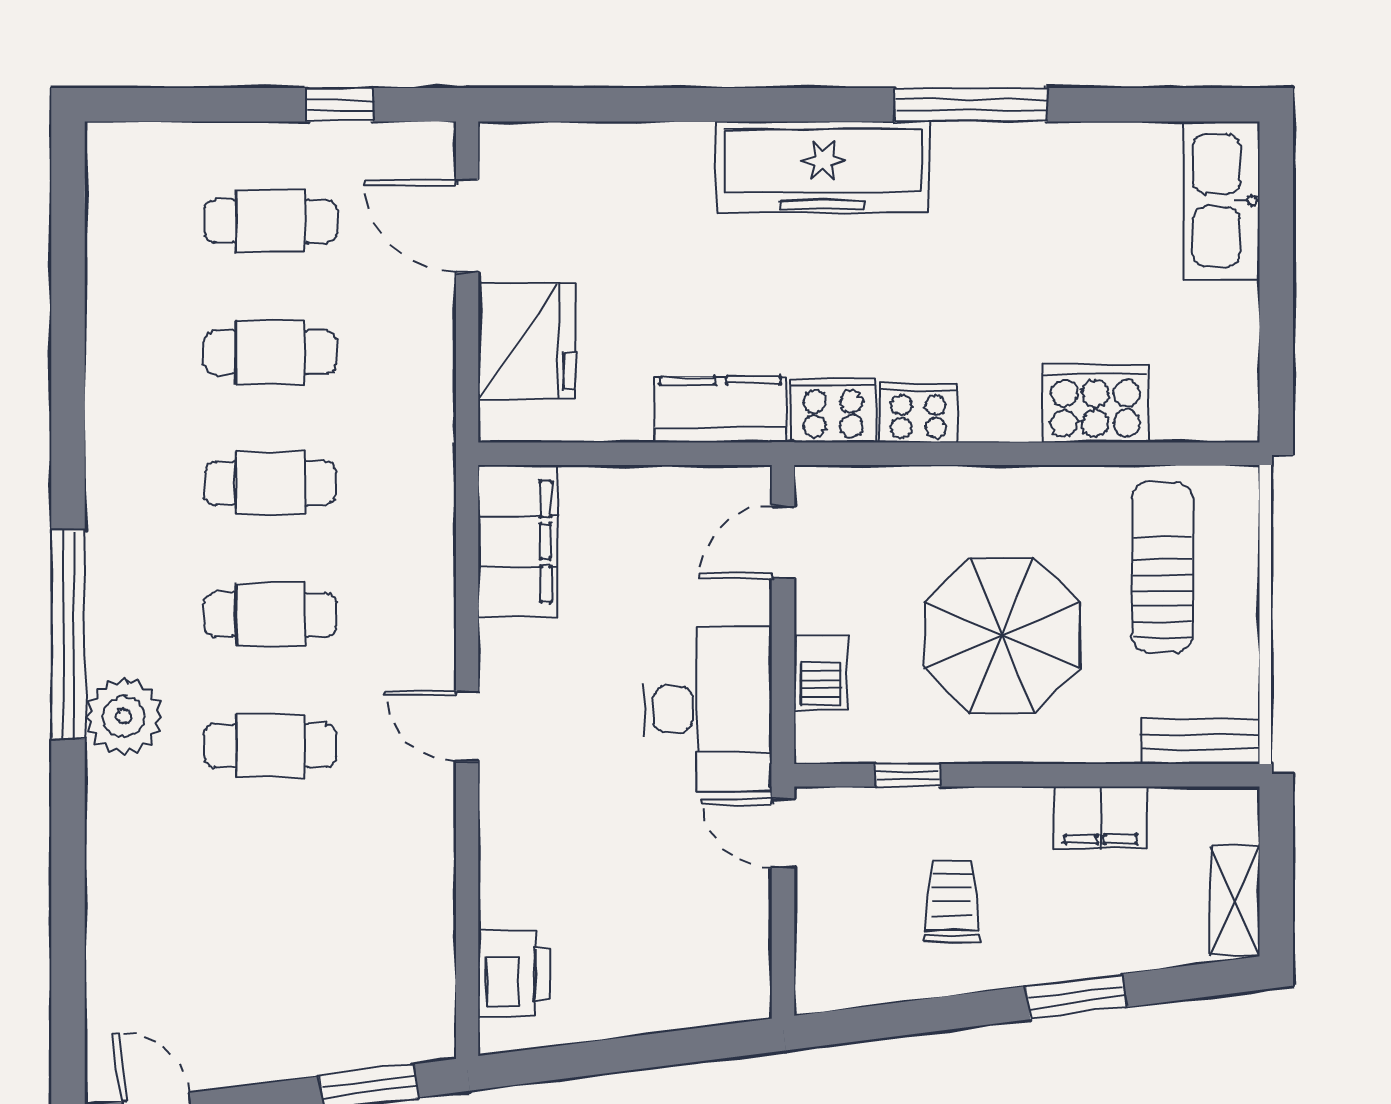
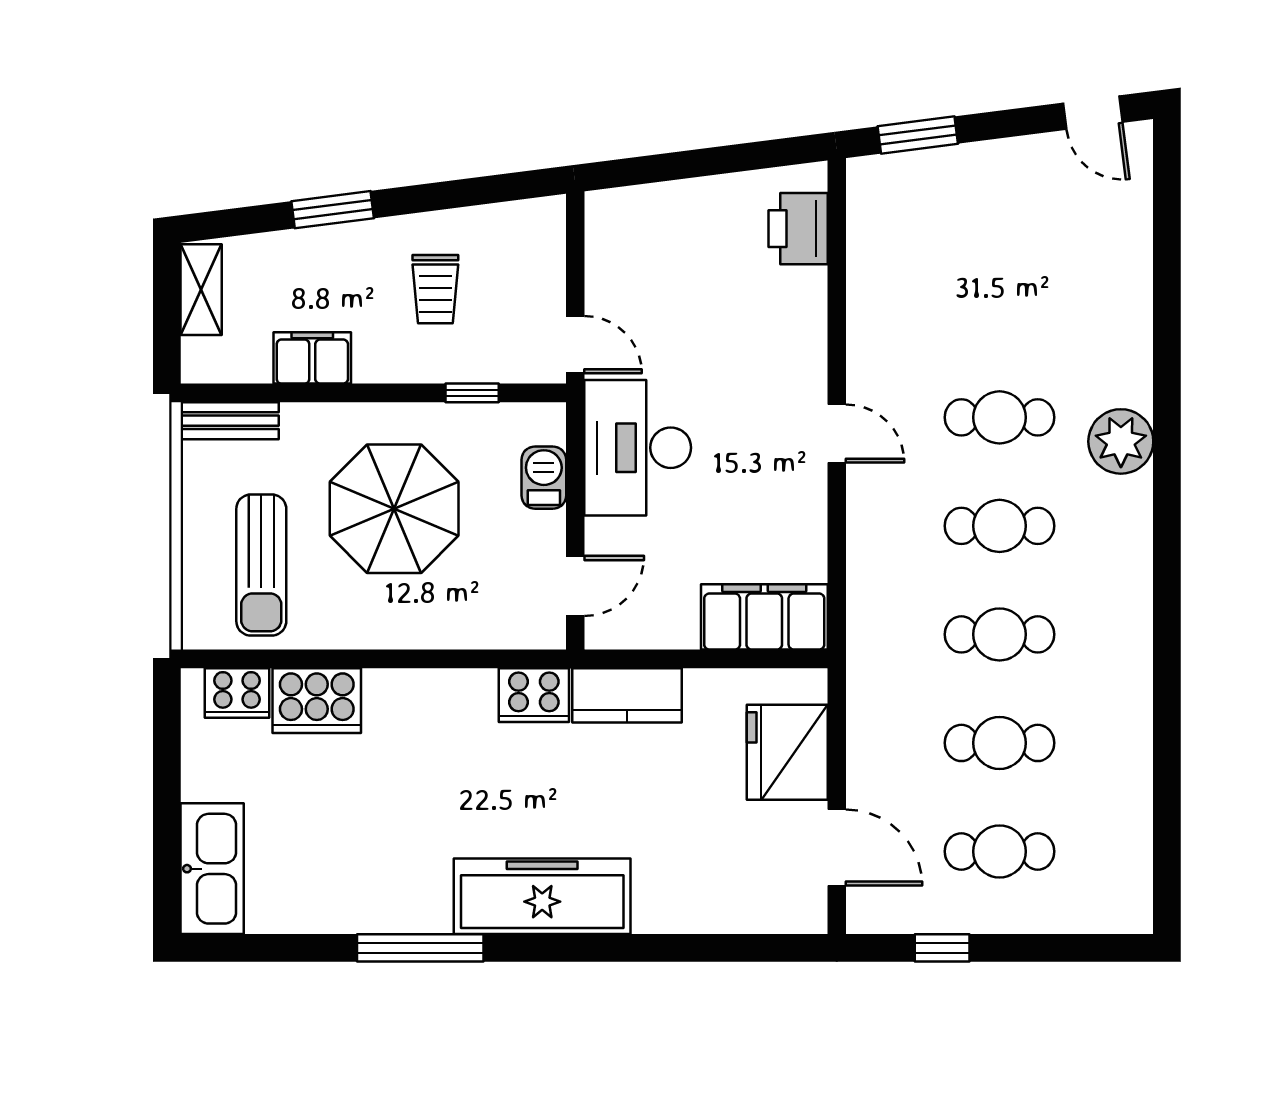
cooker: (918, 413) -> (237, 693), moved
filing cabinet: (518, 541) -> (764, 617), moved, turned 90
window: (68, 635) -> (1167, 509), removed

